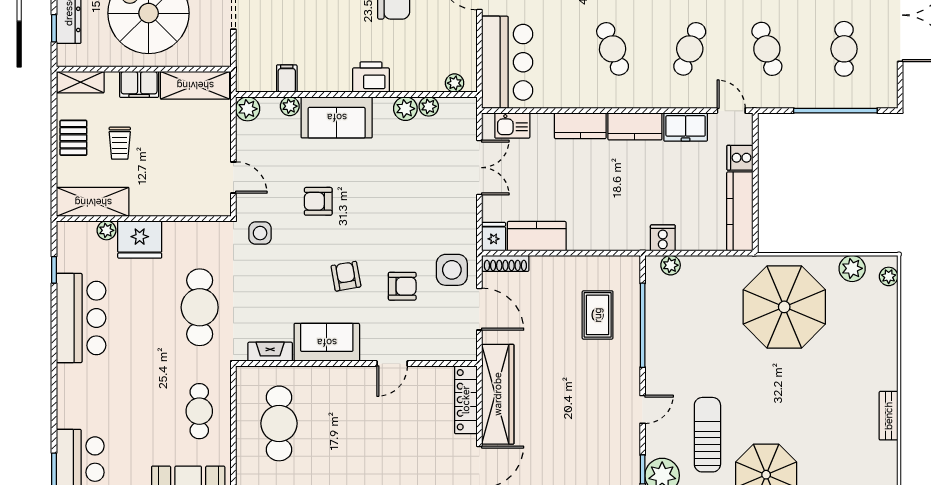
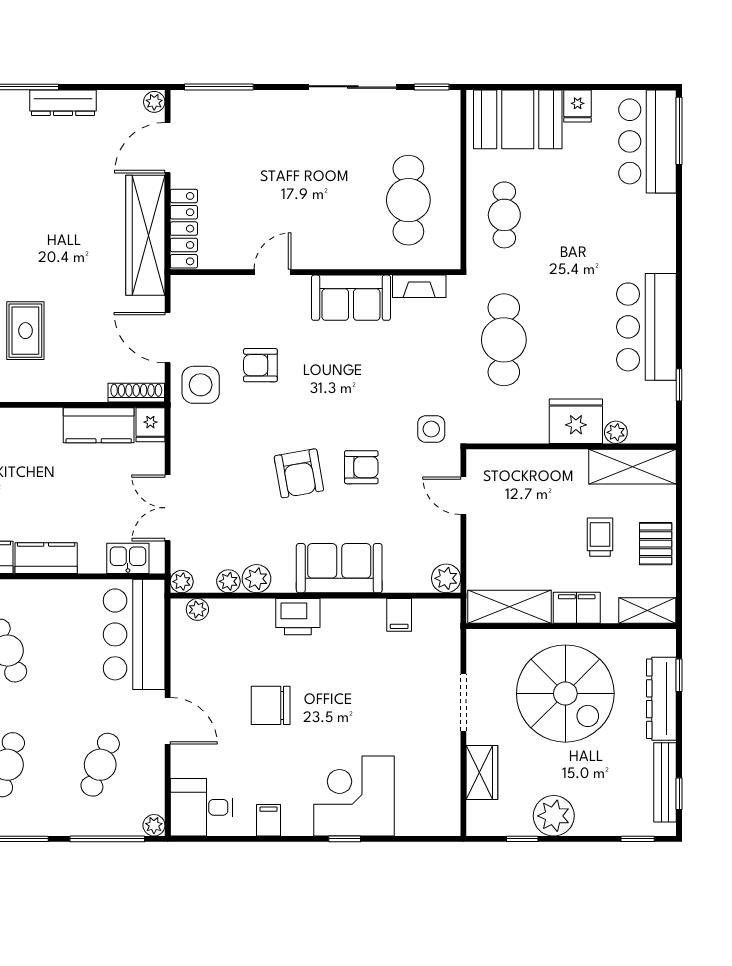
plant: (290, 106) -> (182, 582), moved
armchair: (346, 276) -> (299, 473), moved, width x1.38, depth x1.38

